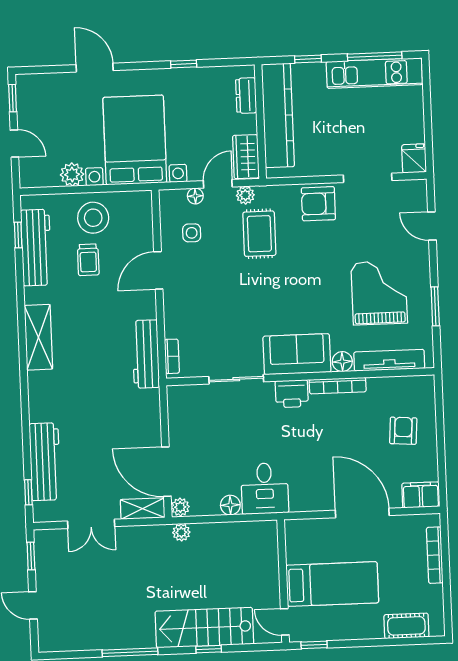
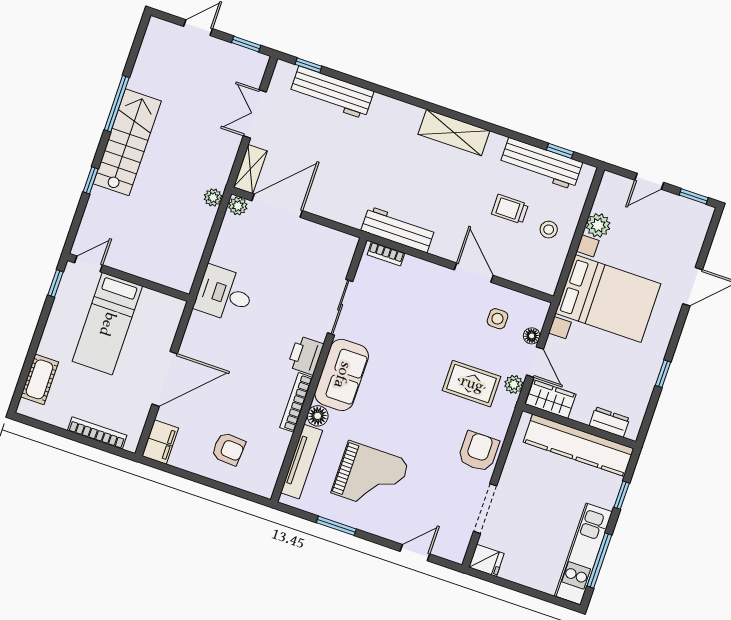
stool: (93, 218) -> (549, 230), width x0.53, depth x0.53
floor lamp: (230, 505) -> (221, 255), removed
stairs: (204, 628) -> (127, 142), moved

